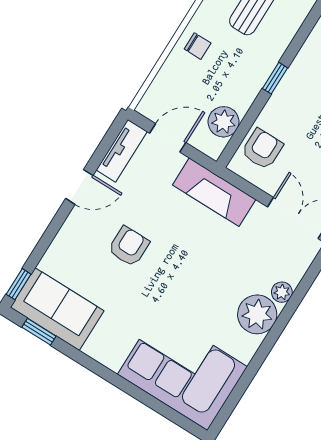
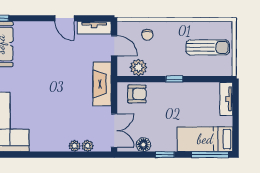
chair: (198, 46) -> (147, 35), moved
armchair: (129, 246) -> (51, 59), removed
plant: (257, 314) -> (87, 146), moved, width x0.53, depth x0.53

